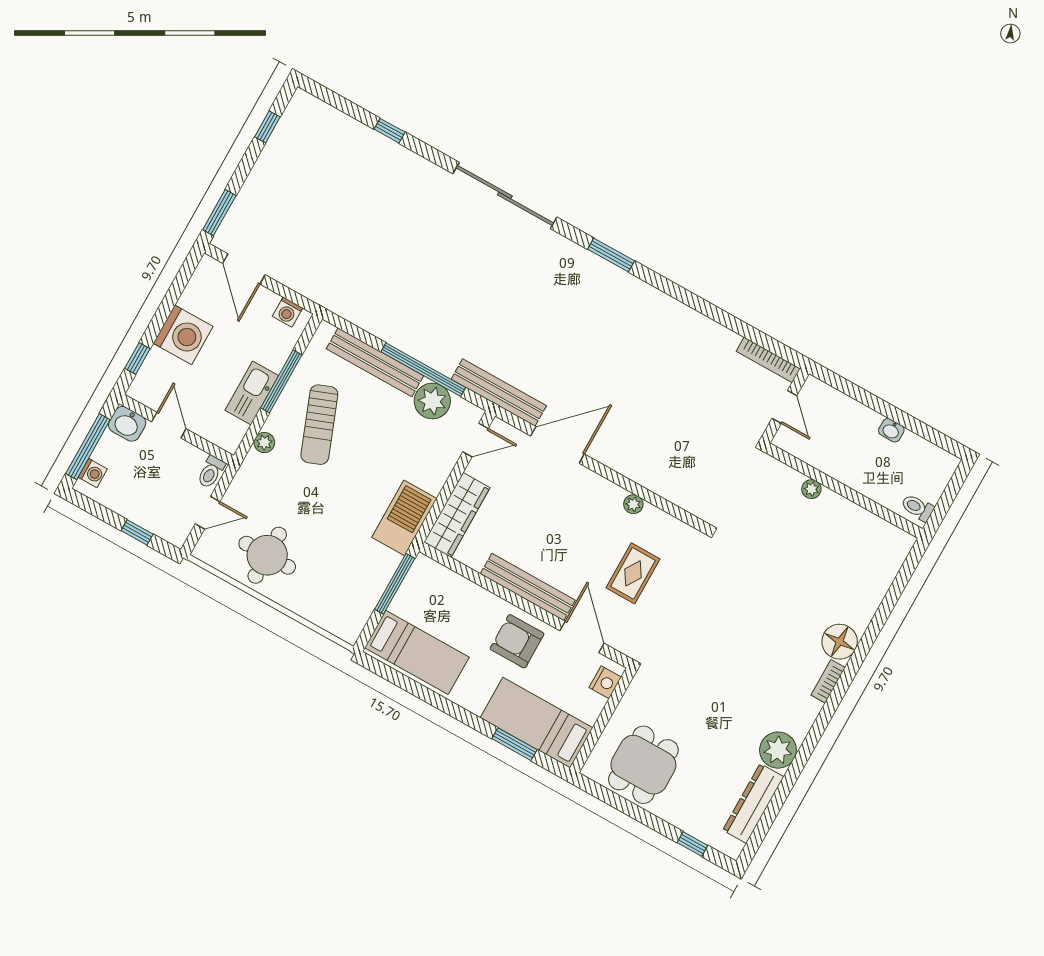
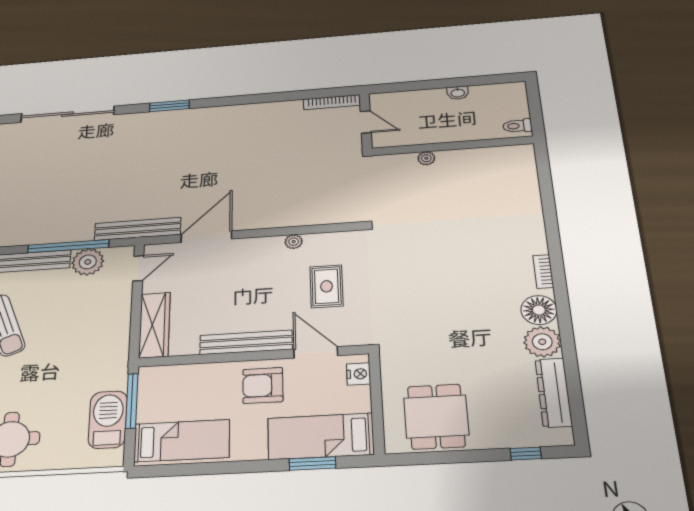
barbecue: (404, 518) -> (108, 420), moved
floor lamp: (840, 642) -> (539, 310), moved

